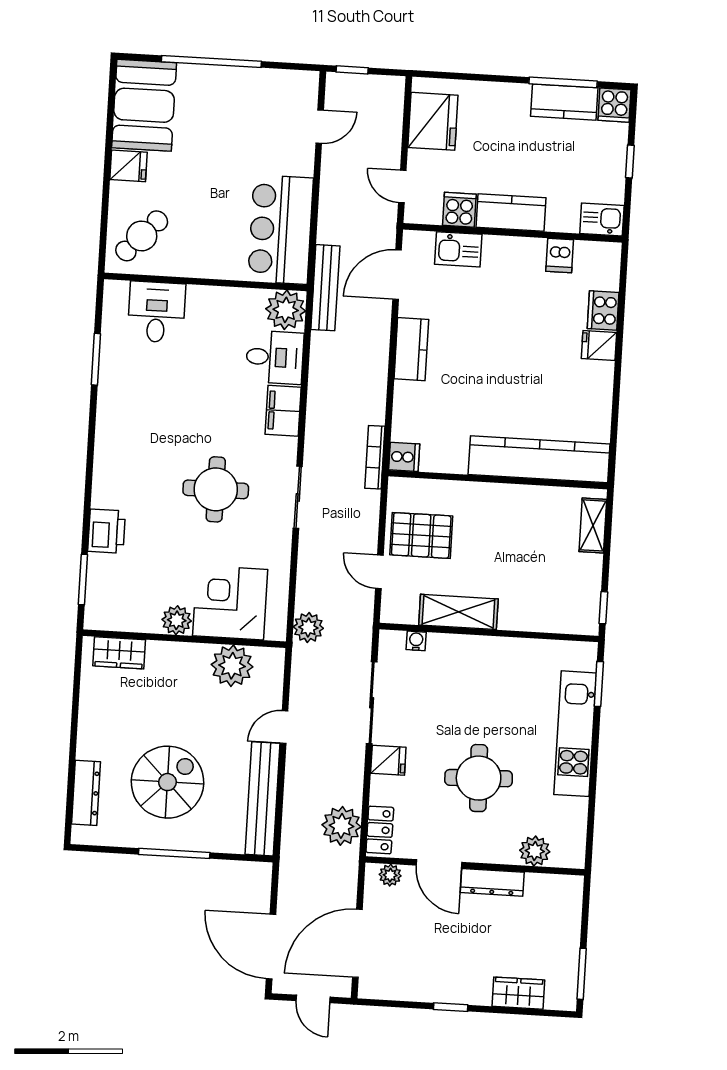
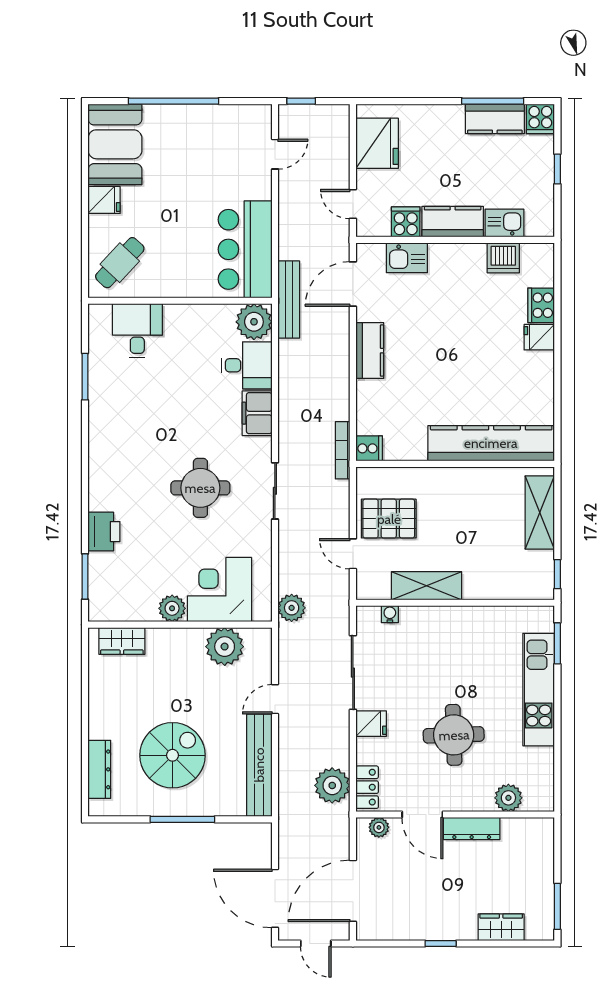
kitchen sink: (602, 219) -> (505, 223), moved
dishwasher: (560, 255) -> (503, 258), width x1.38
shelving: (593, 525) -> (540, 513), width x1.50, depth x1.33

